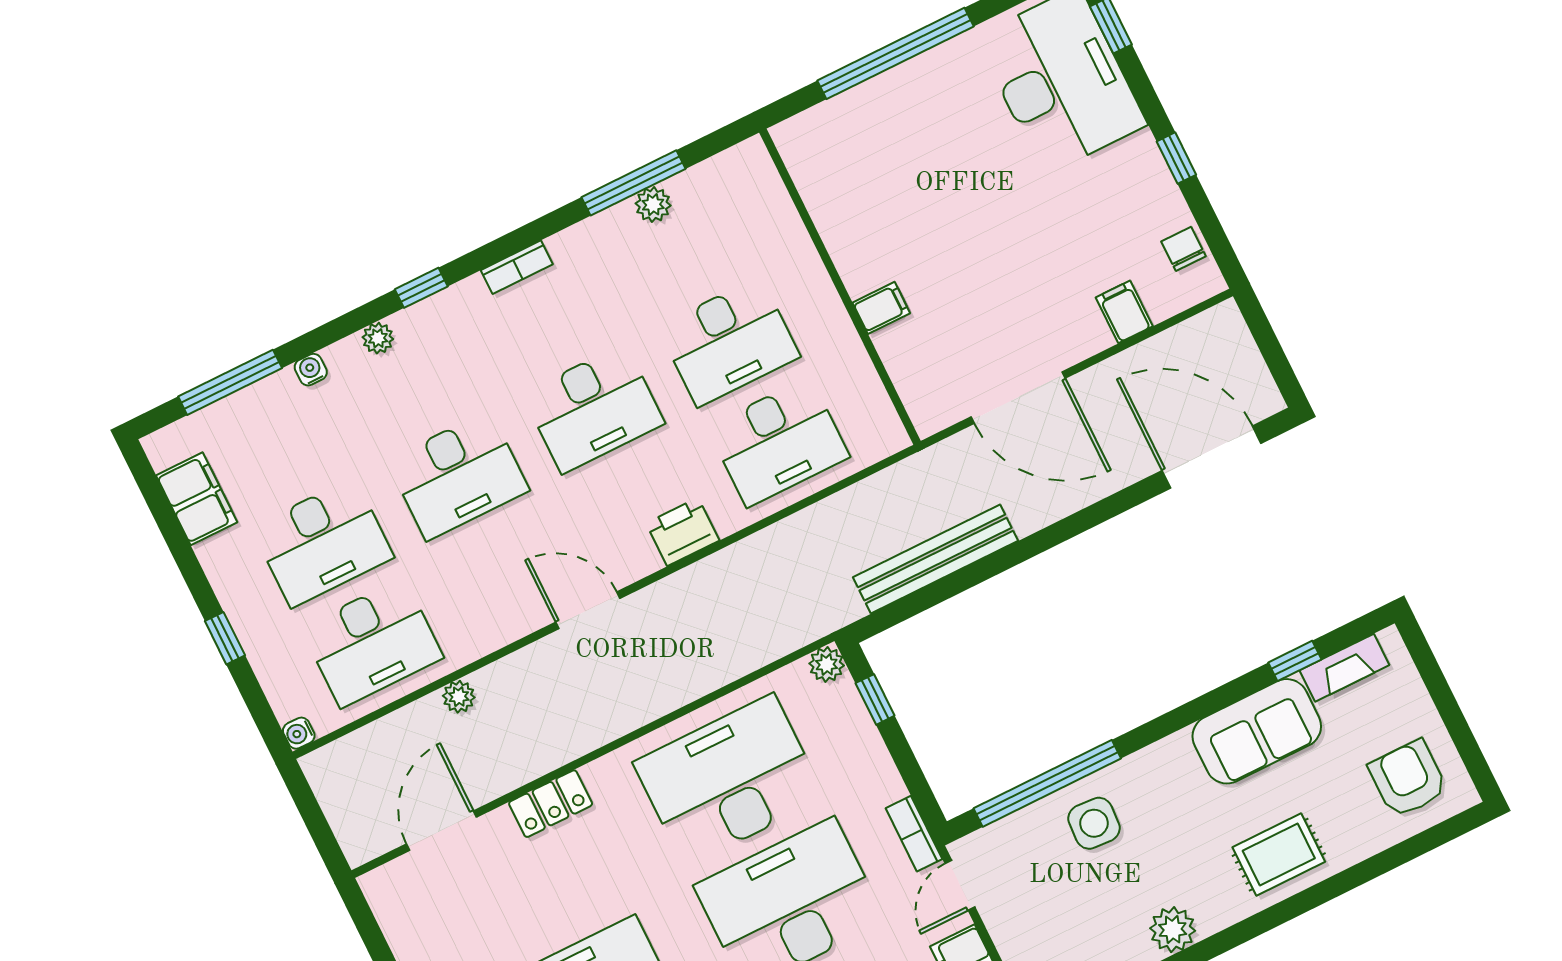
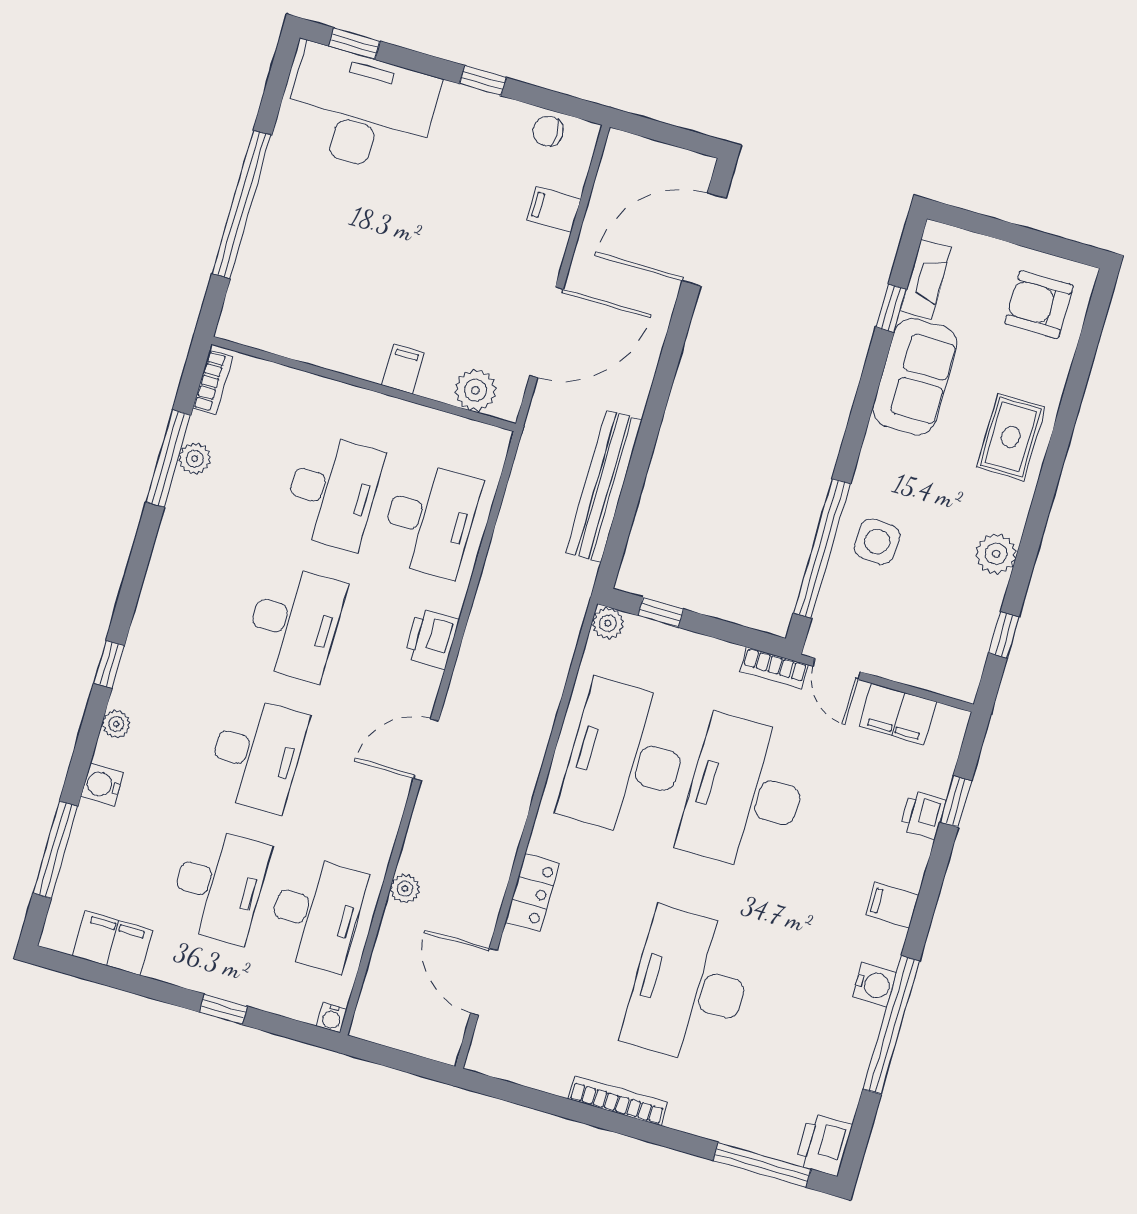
bookcase: (517, 267) -> (213, 382), moved
water cooler: (311, 370) -> (102, 785), width x1.38, depth x1.38
plant: (918, 383) -> (475, 390), added

